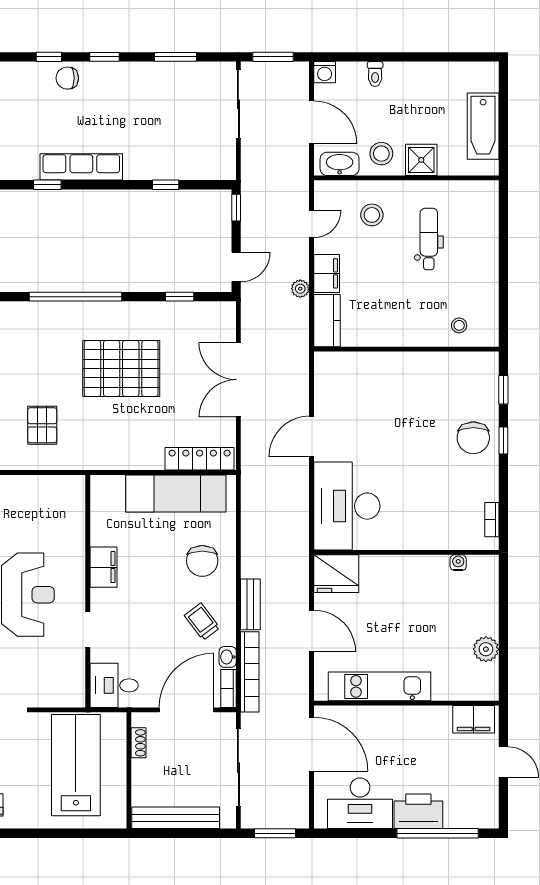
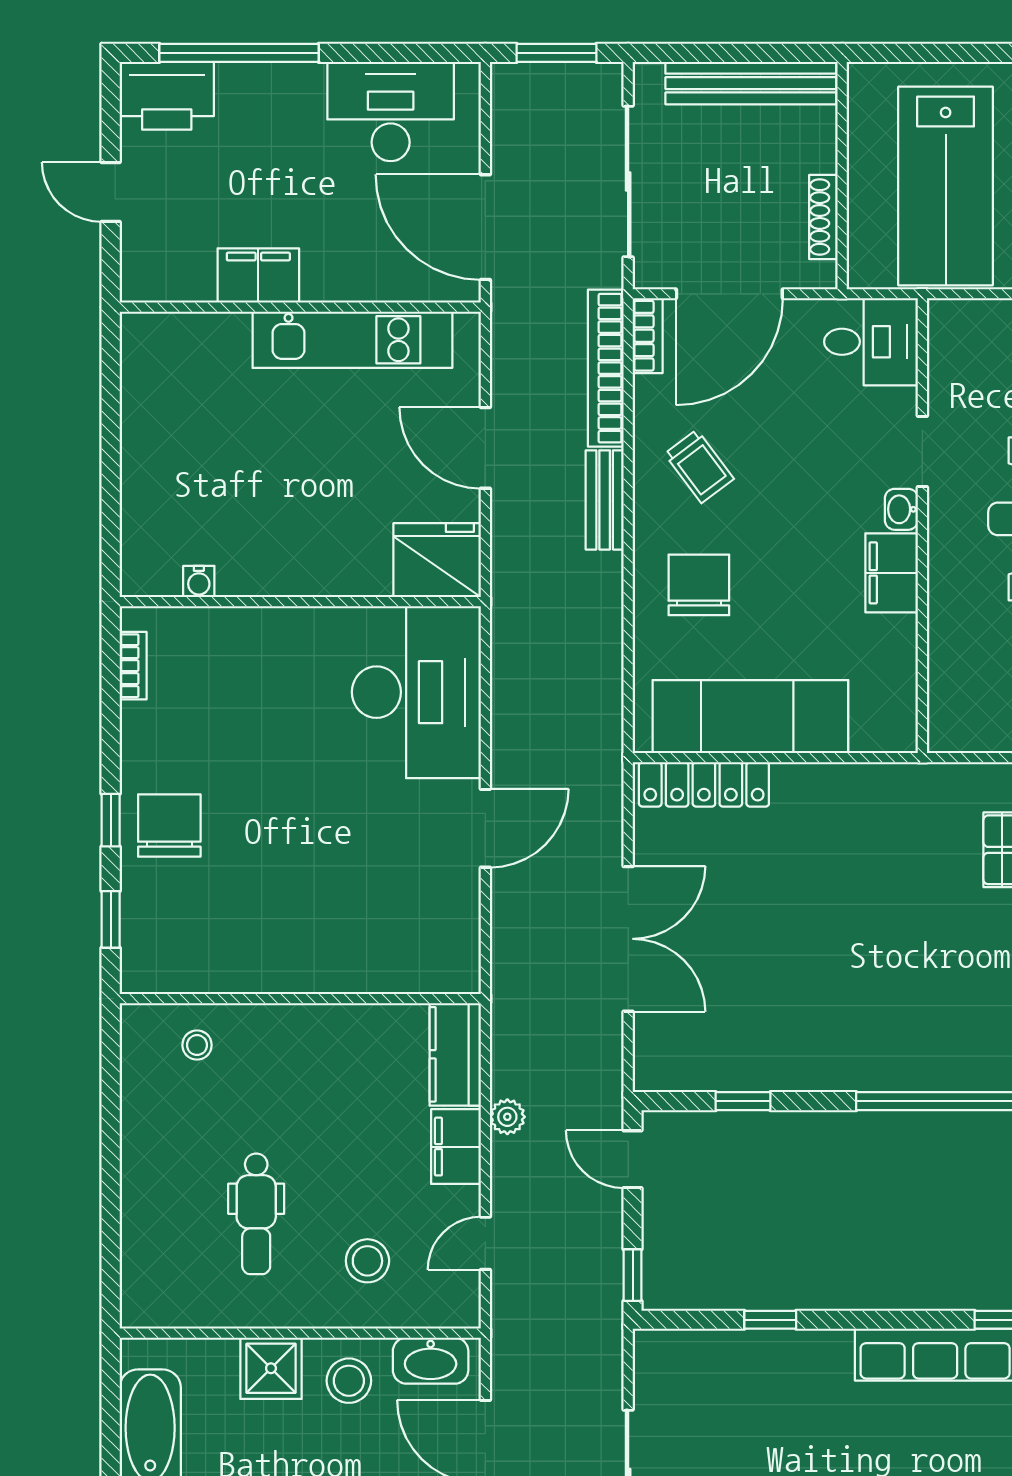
door: (236, 267) -> (633, 1159), hinge flipped
pallet: (121, 368) -> (857, 961), removed
plant: (486, 649) -> (145, 412), removed
washbasin: (228, 657) -> (901, 509), moved, turned 180
filing cabinet: (474, 719) -> (258, 276), moved
shoe rack: (138, 743) -> (823, 217), width x1.43
printer: (418, 811) -> (167, 96), moved

